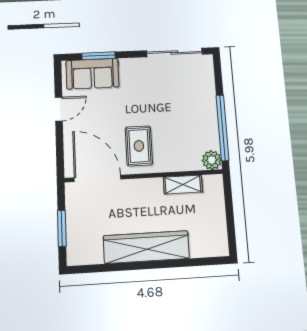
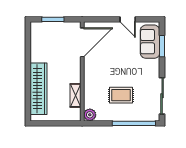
window: (222, 128) -> (134, 123), moved
rug: (139, 146) -> (121, 95), moved
wardrobe: (146, 247) -> (39, 89), moved

